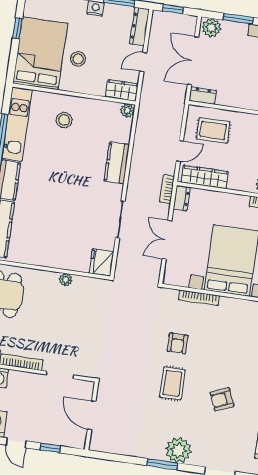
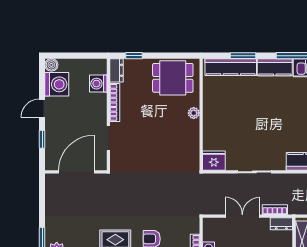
bookcase: (167, 189) -> (275, 210), moved
plant: (66, 280) -> (194, 113), moved
door: (92, 415) -> (76, 172), width x1.36

